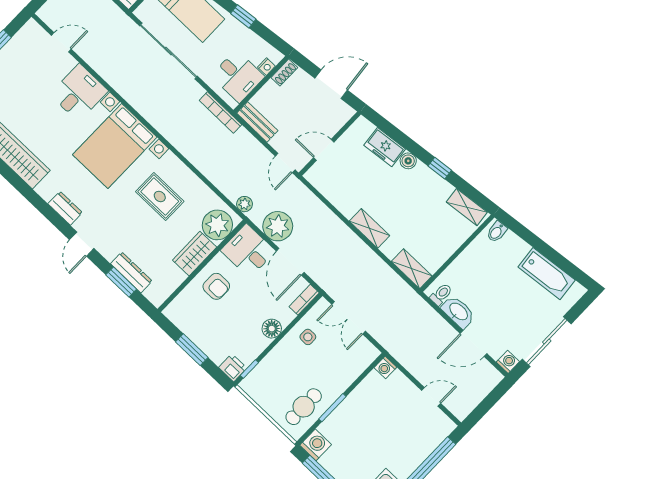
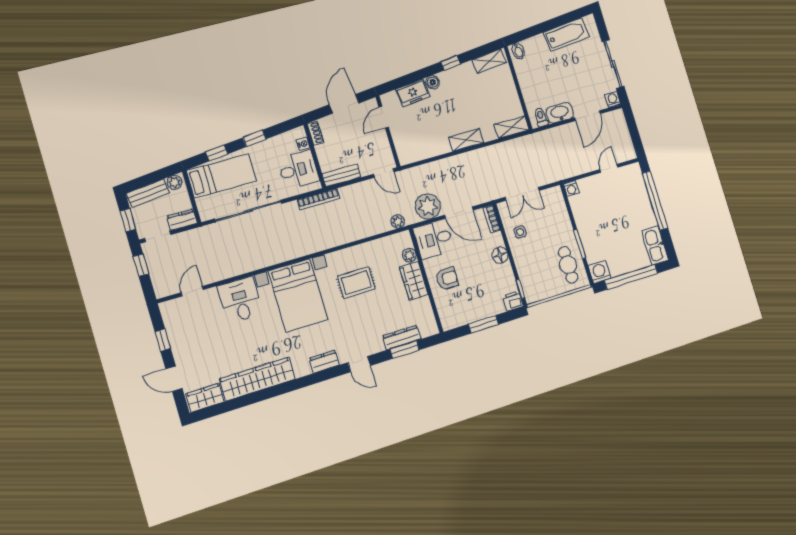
door: (324, 150) -> (384, 117), moved
plant: (217, 225) -> (409, 255), width x0.53, depth x0.53

